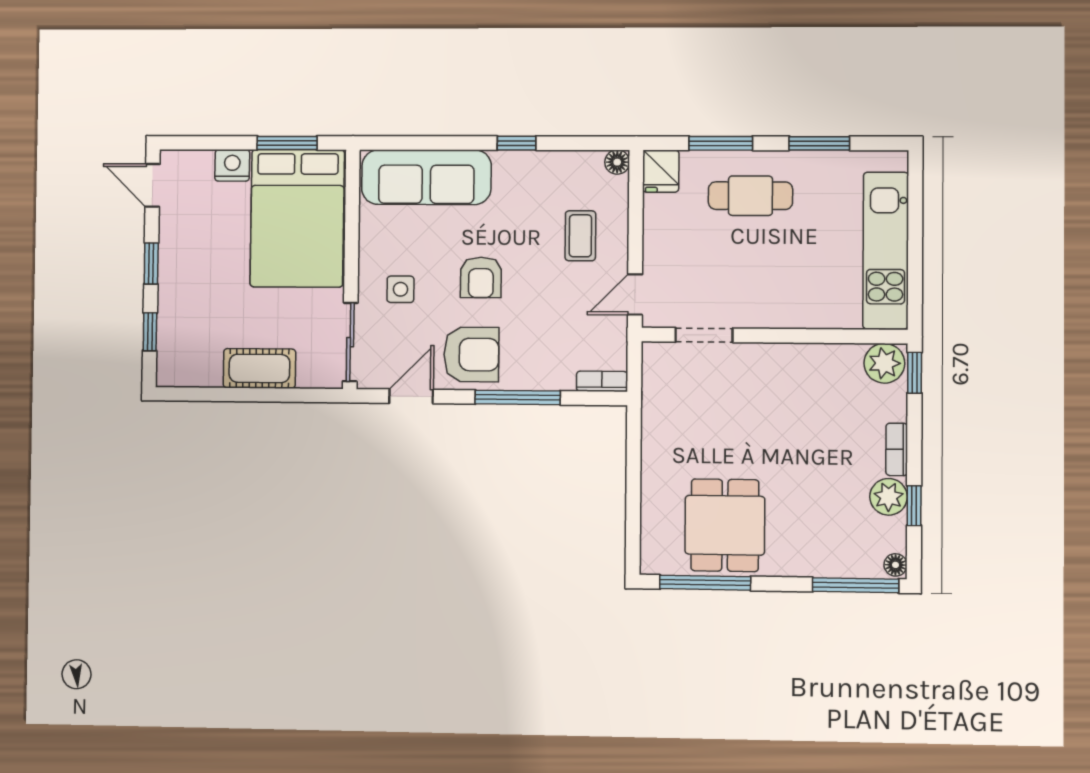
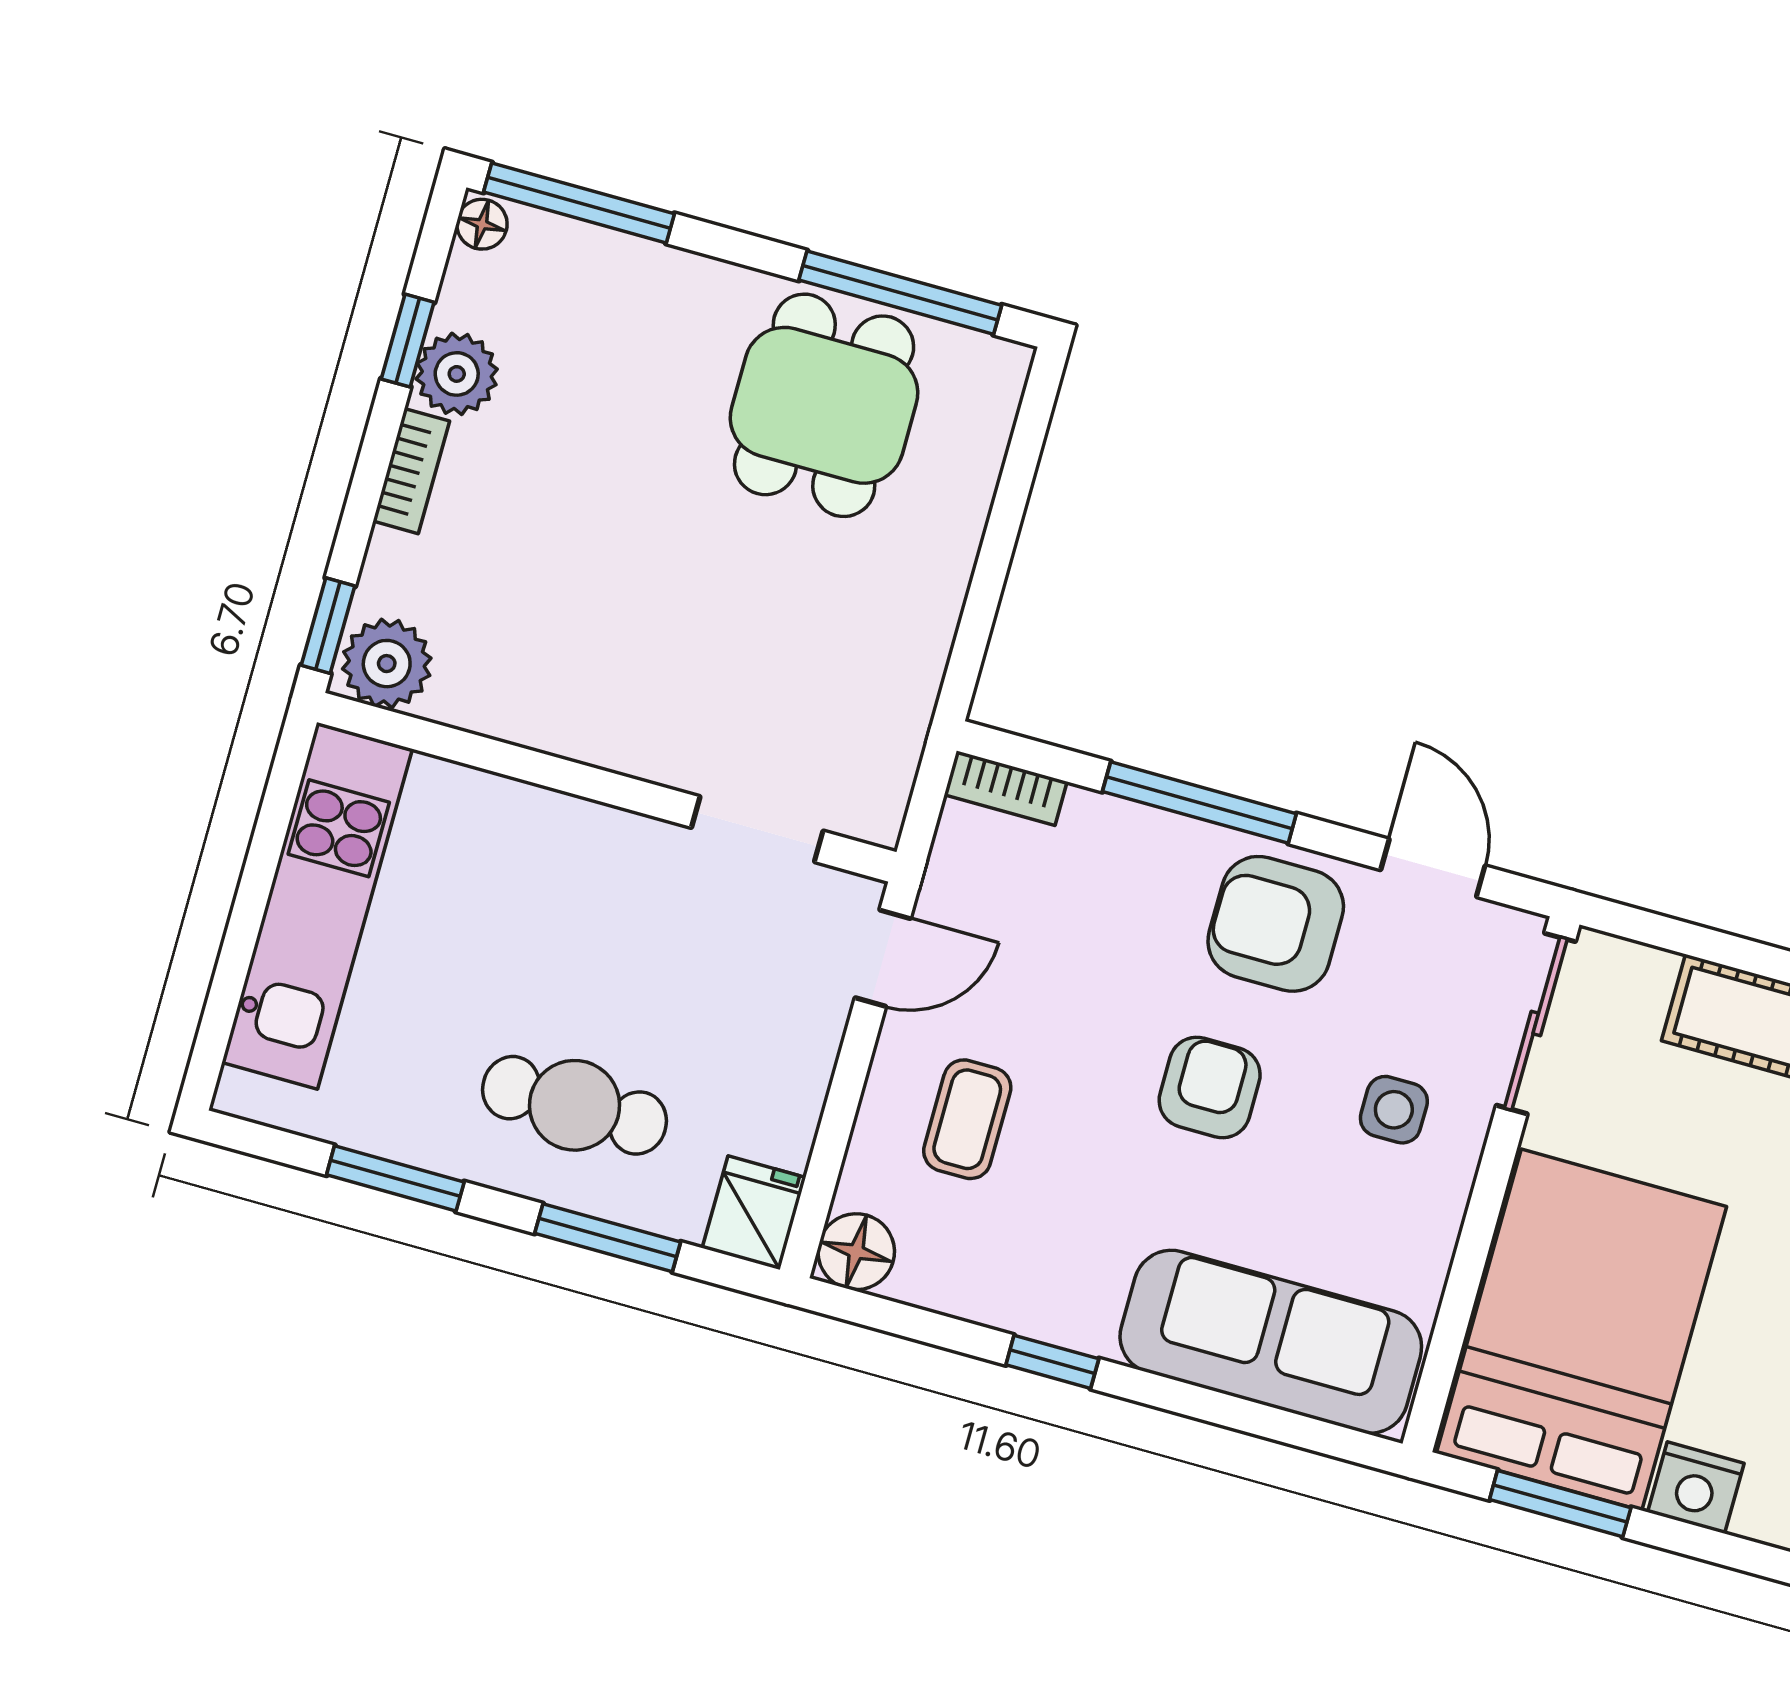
floor lamp: (617, 162) -> (856, 1252), width x1.37, depth x1.37
door: (411, 396) -> (1433, 868), swing flipped

